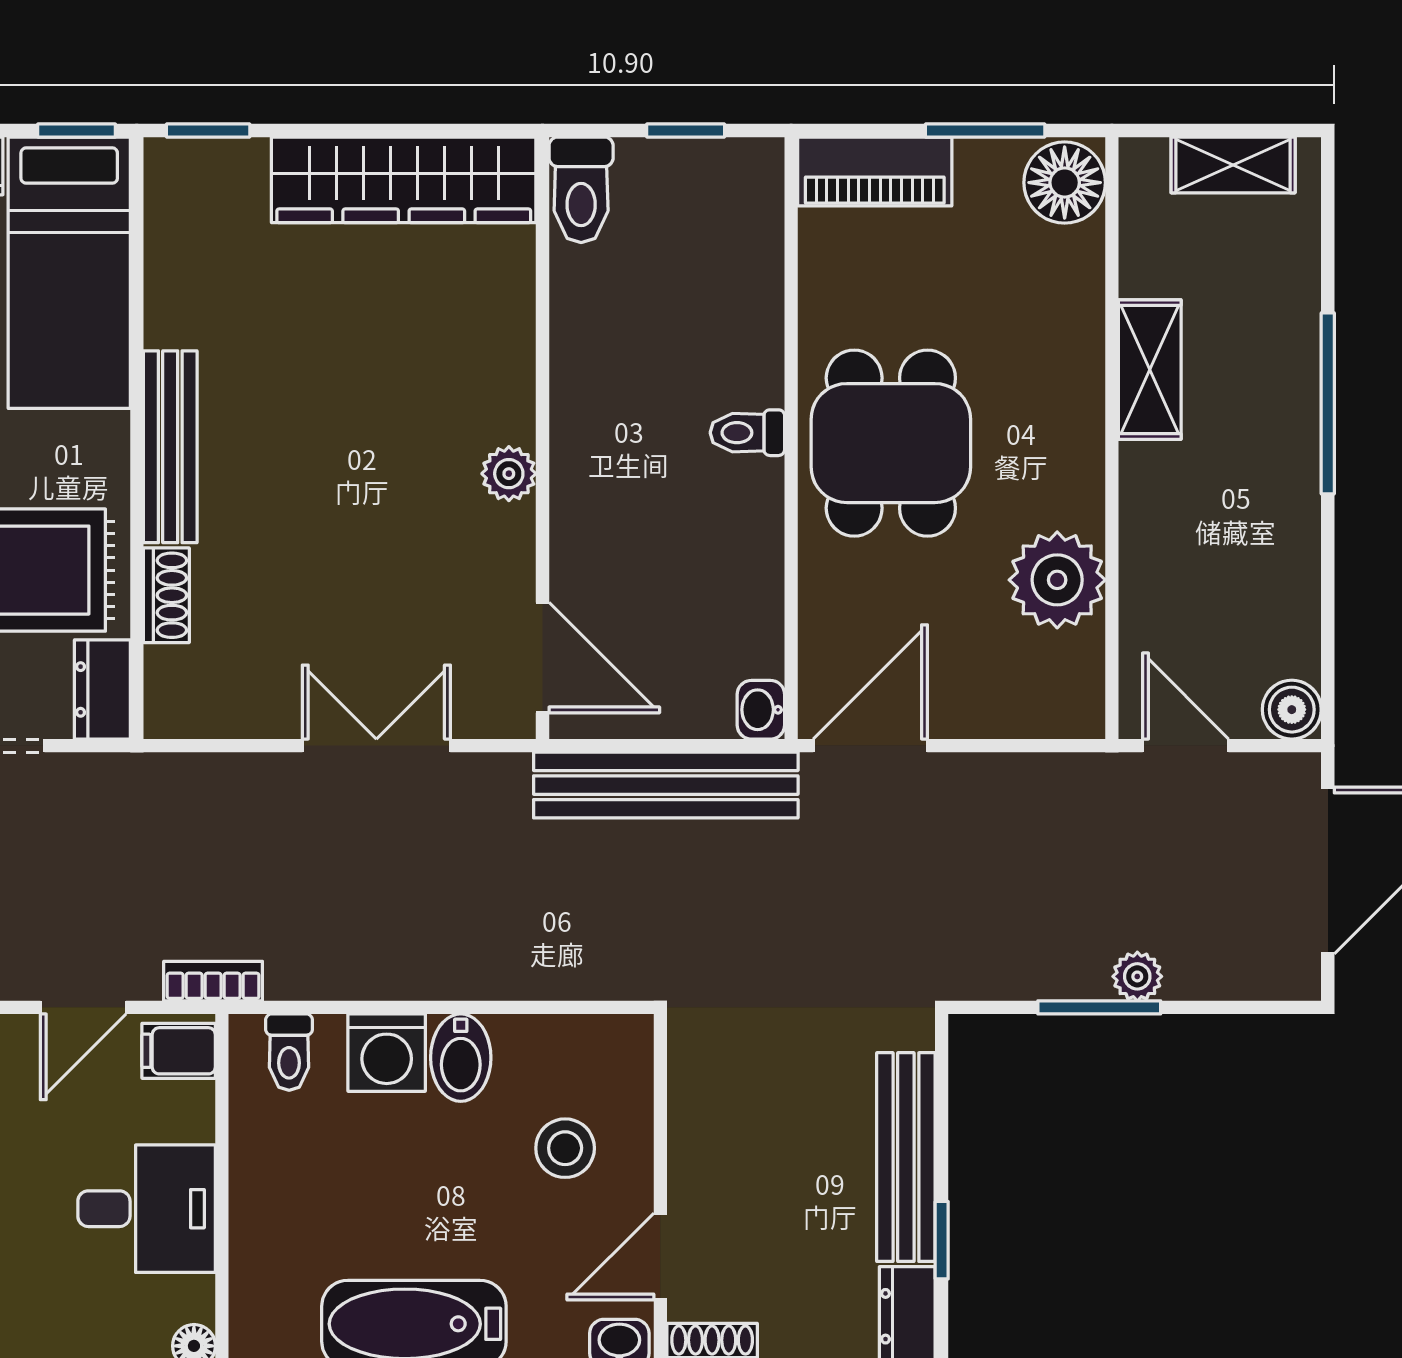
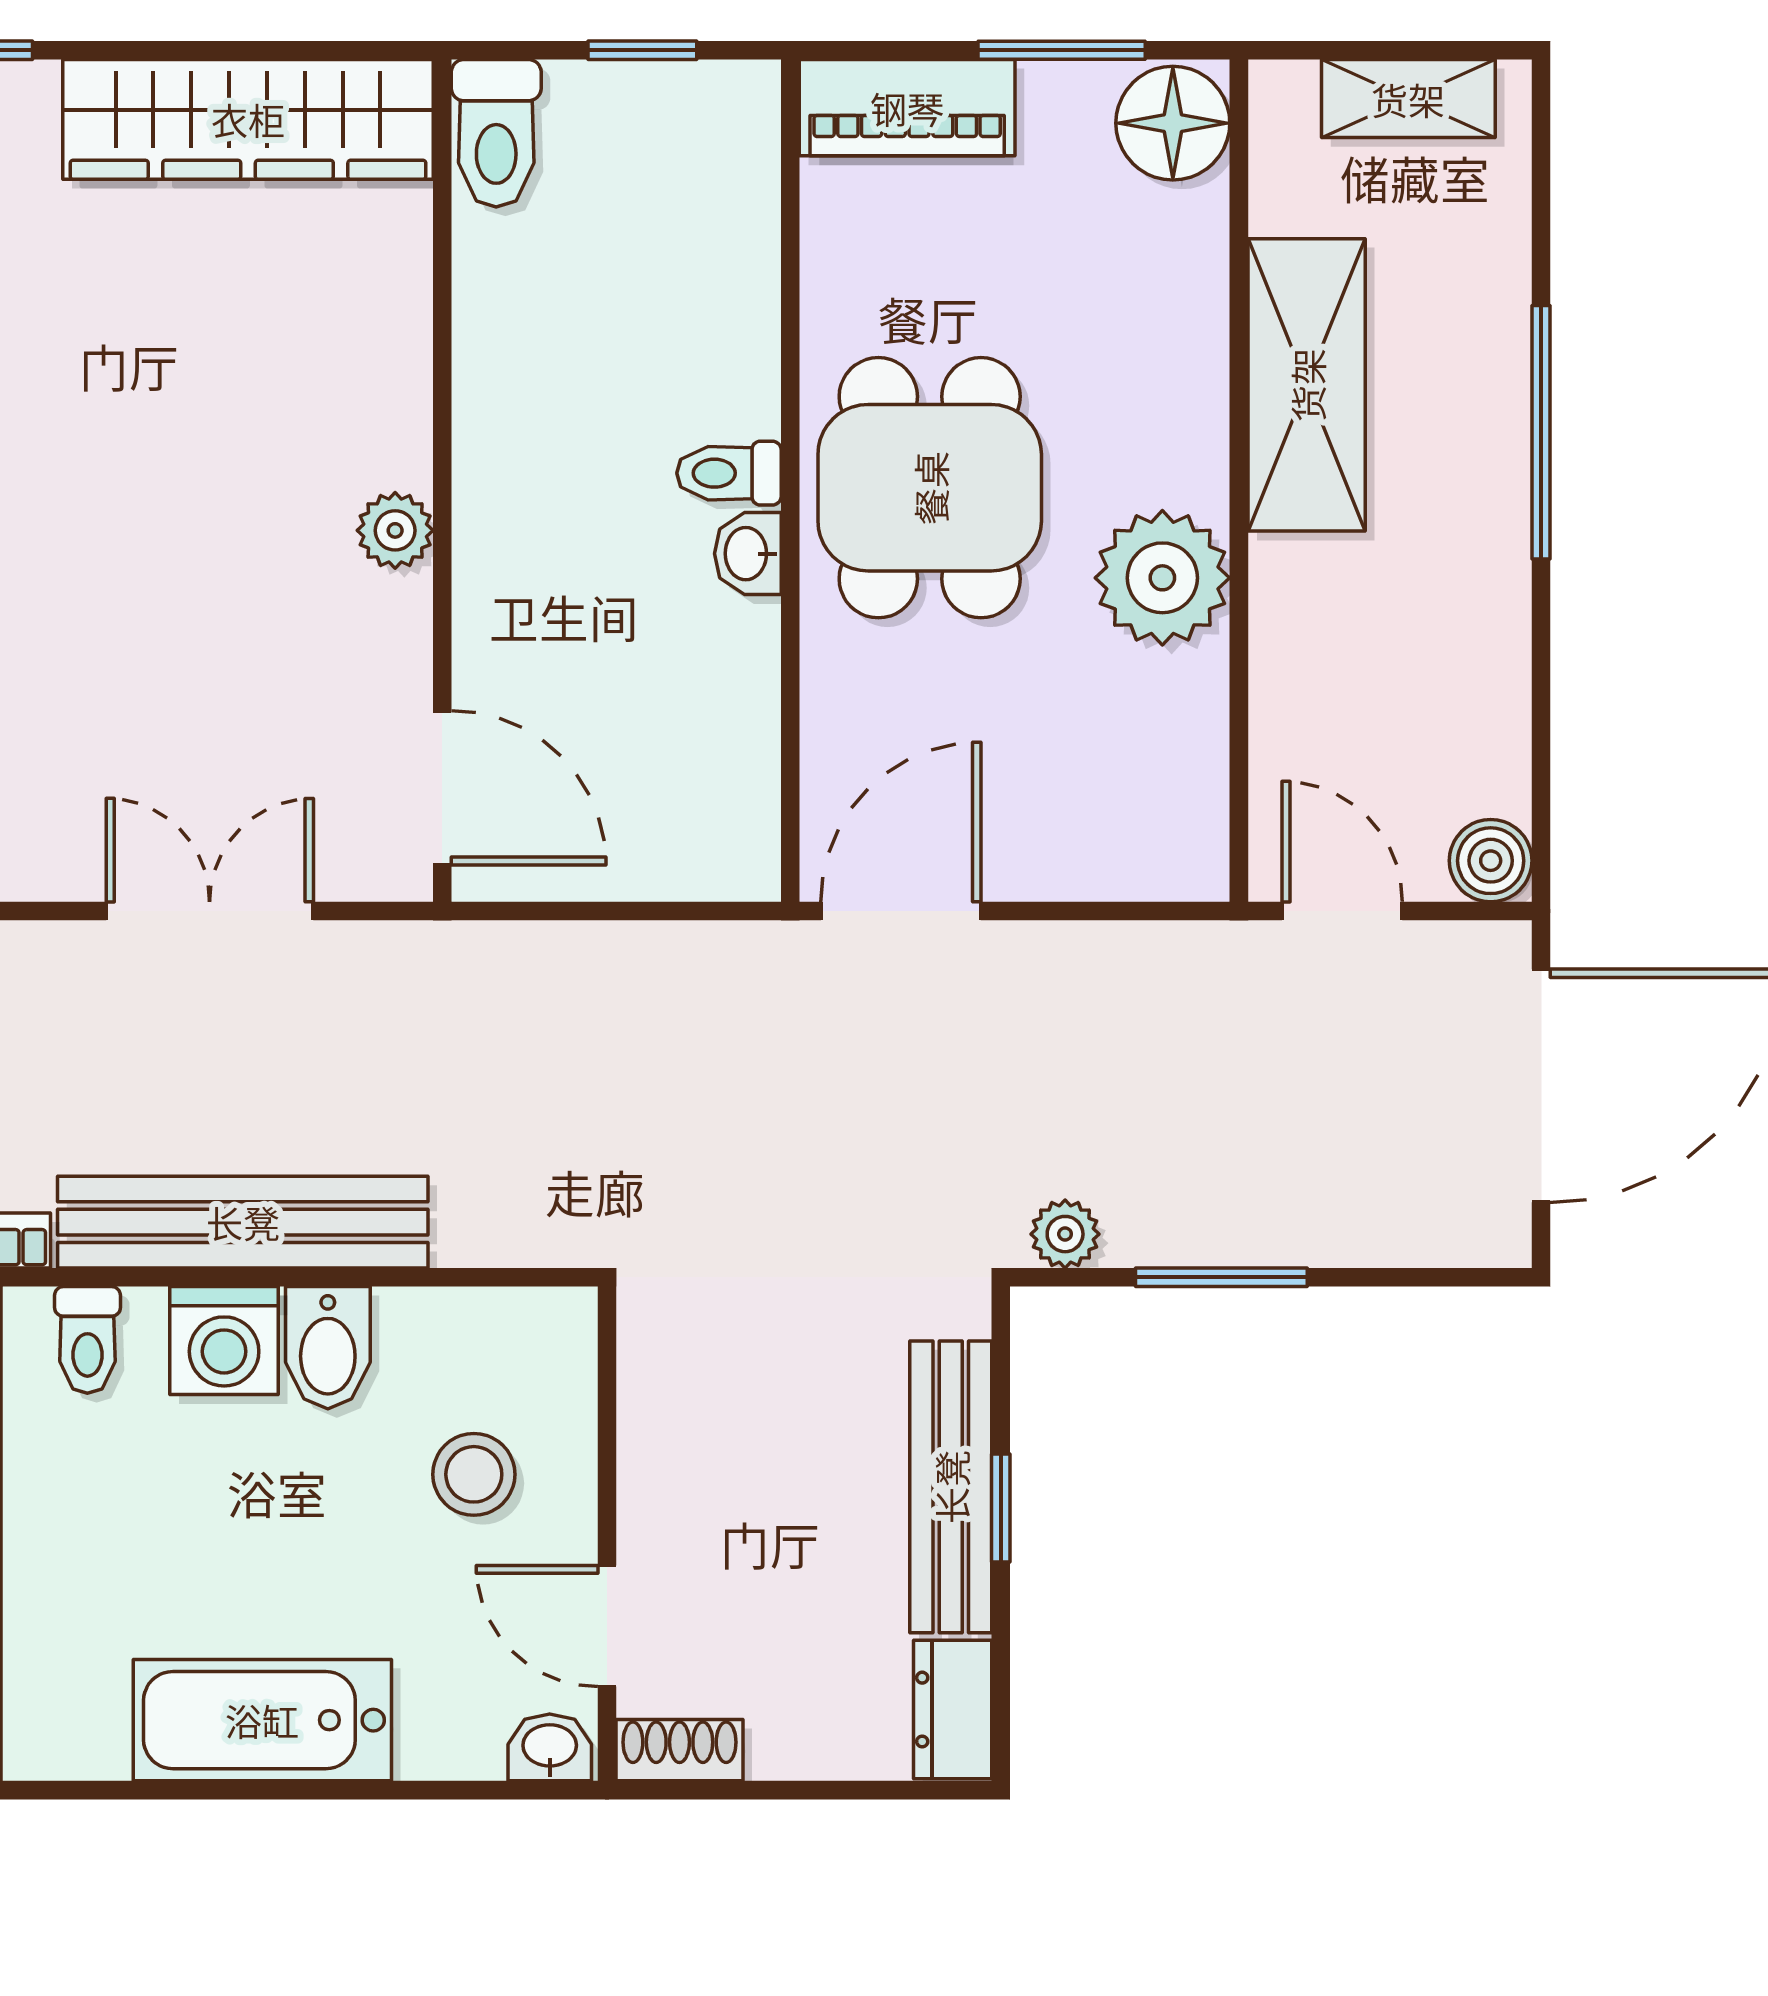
shelving: (1150, 370) -> (1307, 385), width x1.50, depth x1.33
plant: (1057, 580) -> (1162, 578), moved
washbasin: (761, 710) -> (748, 554), moved
bench: (666, 785) -> (243, 1222), moved
plant: (1137, 976) -> (1065, 1234), moved
window: (942, 1240) -> (1001, 1508), moved
door: (660, 1257) -> (607, 1626), hinge flipped

